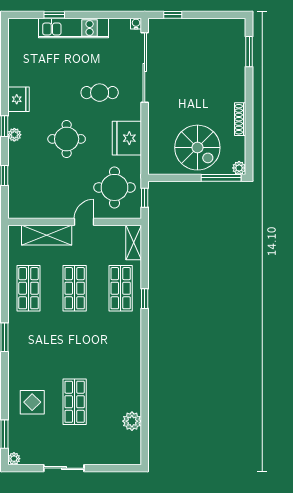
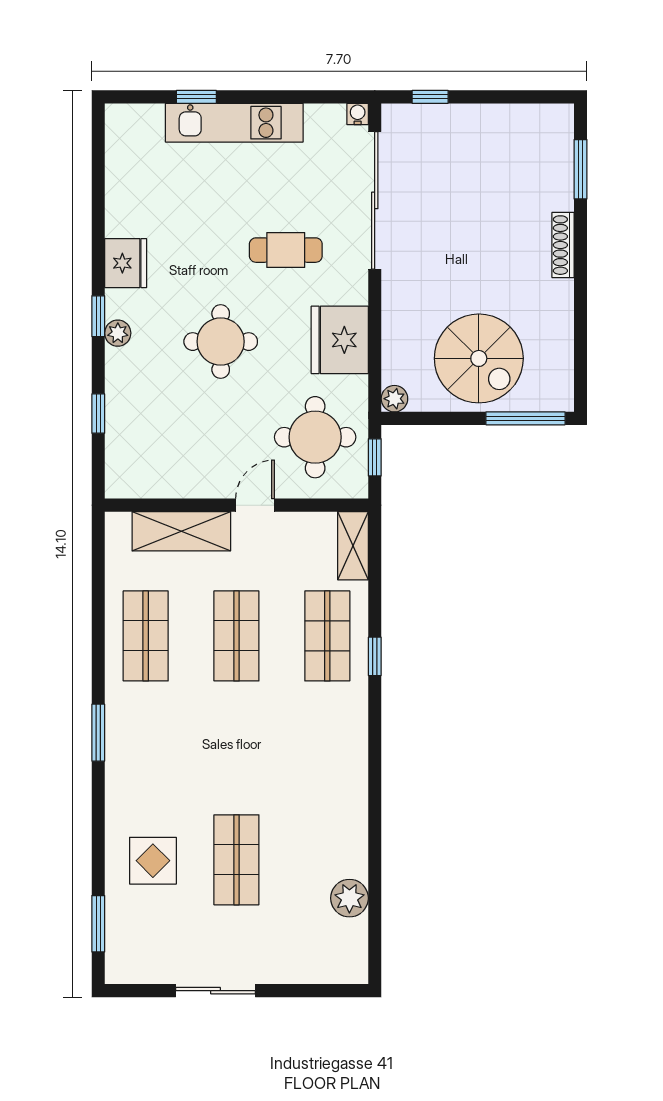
shoe rack: (240, 119) -> (563, 245), moved
plant: (239, 168) -> (394, 399), moved
plant: (14, 459) -> (117, 972), removed

